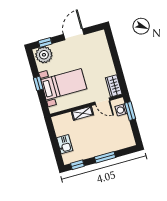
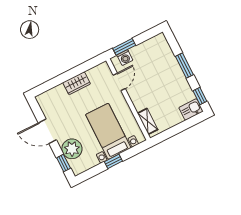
plant: (44, 55) -> (72, 149), moved
wardrobe: (114, 86) -> (77, 83), moved
shelving: (82, 113) -> (148, 121), moved
kitchen sink: (65, 144) -> (191, 109), moved

